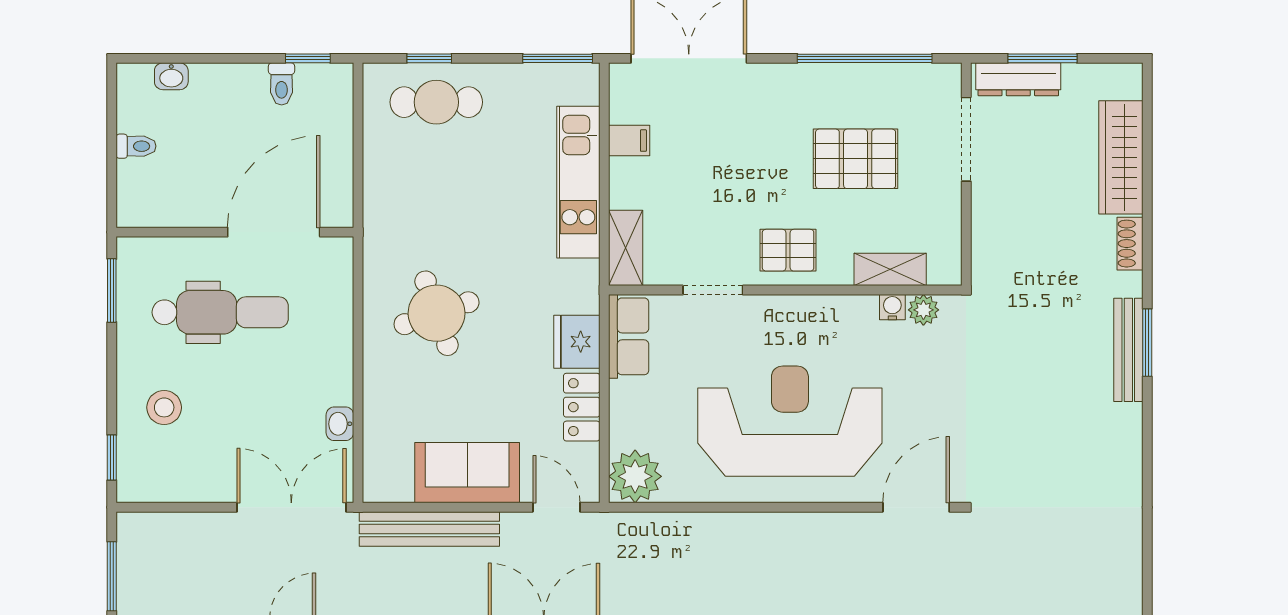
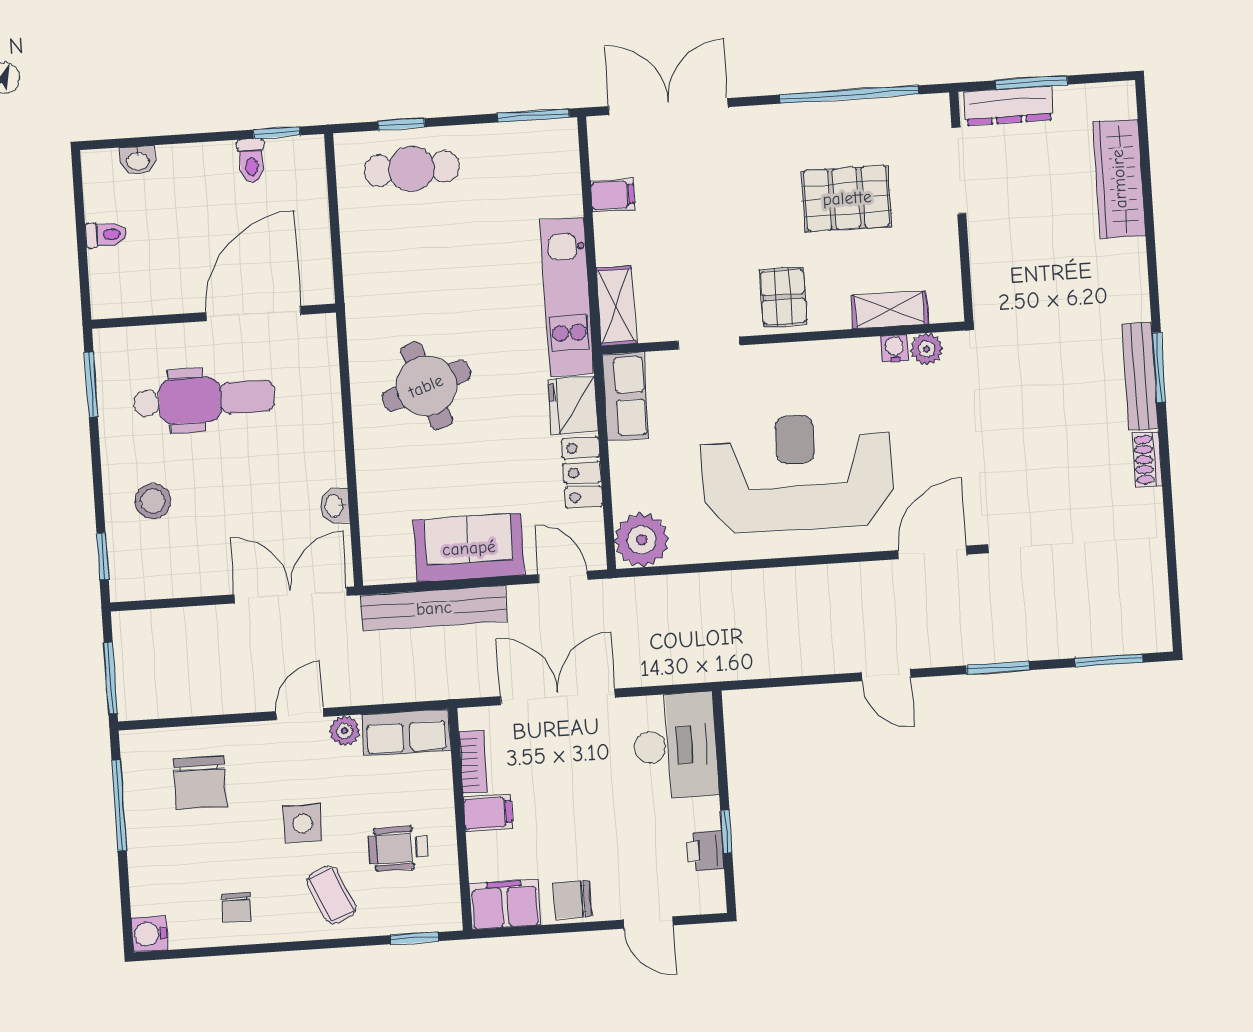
kitchen unit: (578, 182) -> (567, 297), moved
shoe rack: (1130, 244) -> (1147, 459), moved
pallet: (788, 250) -> (783, 297), turned 90

